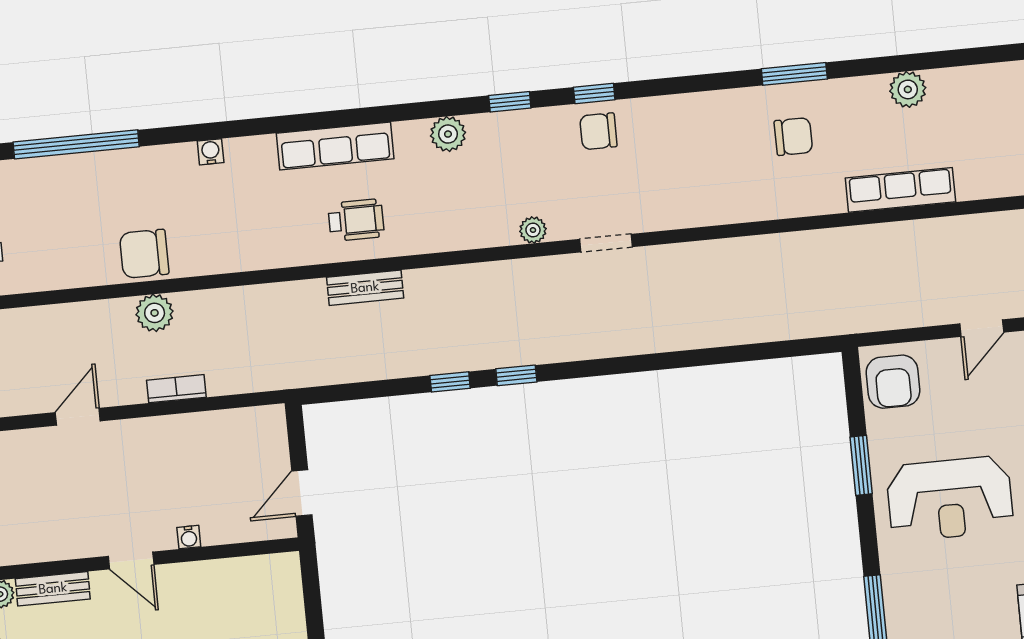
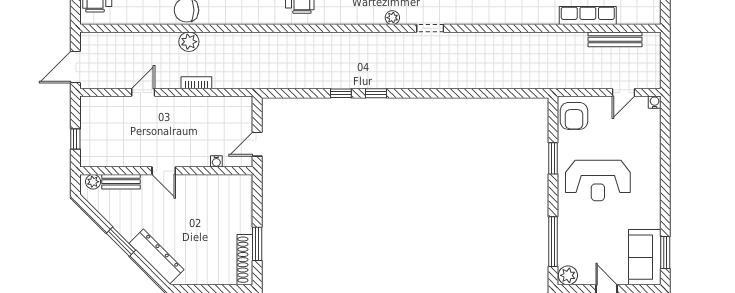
bench: (365, 288) -> (615, 39), moved, width x1.36
water cooler: (189, 537) -> (216, 161), moved

